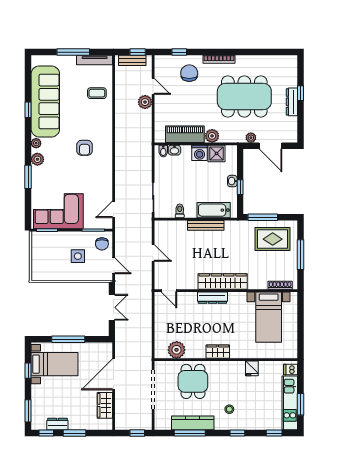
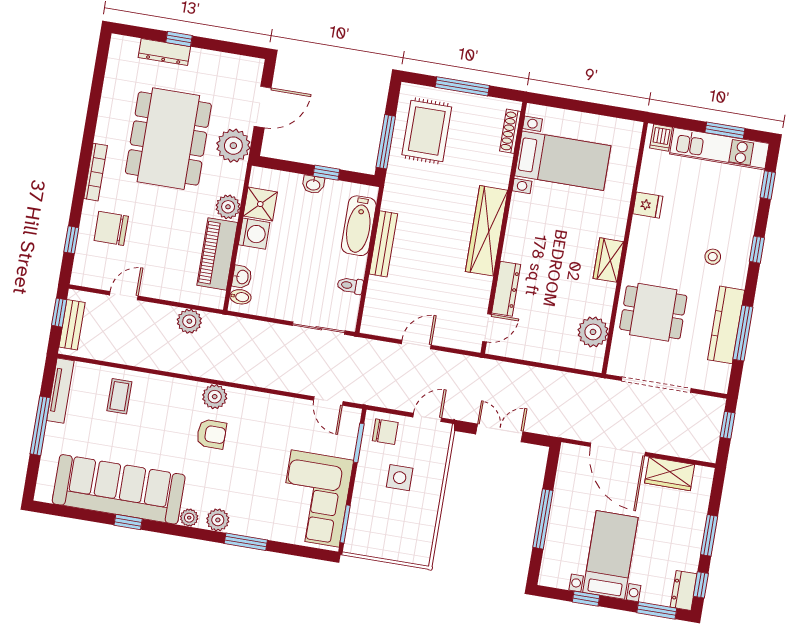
plant: (145, 102) -> (189, 321), moved
dresser: (292, 102) -> (164, 52), moved
plant: (251, 138) -> (233, 146), width x1.87, depth x1.87
plant: (106, 146) -> (215, 397), added
dresser: (212, 298) -> (506, 289), moved
bed with nightstands: (54, 364) -> (610, 555), moved
dresser: (57, 424) -> (684, 590), moved

